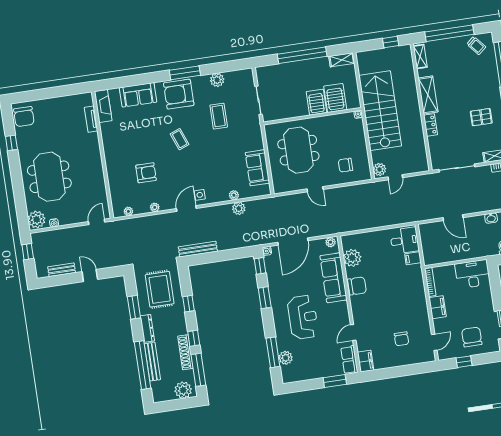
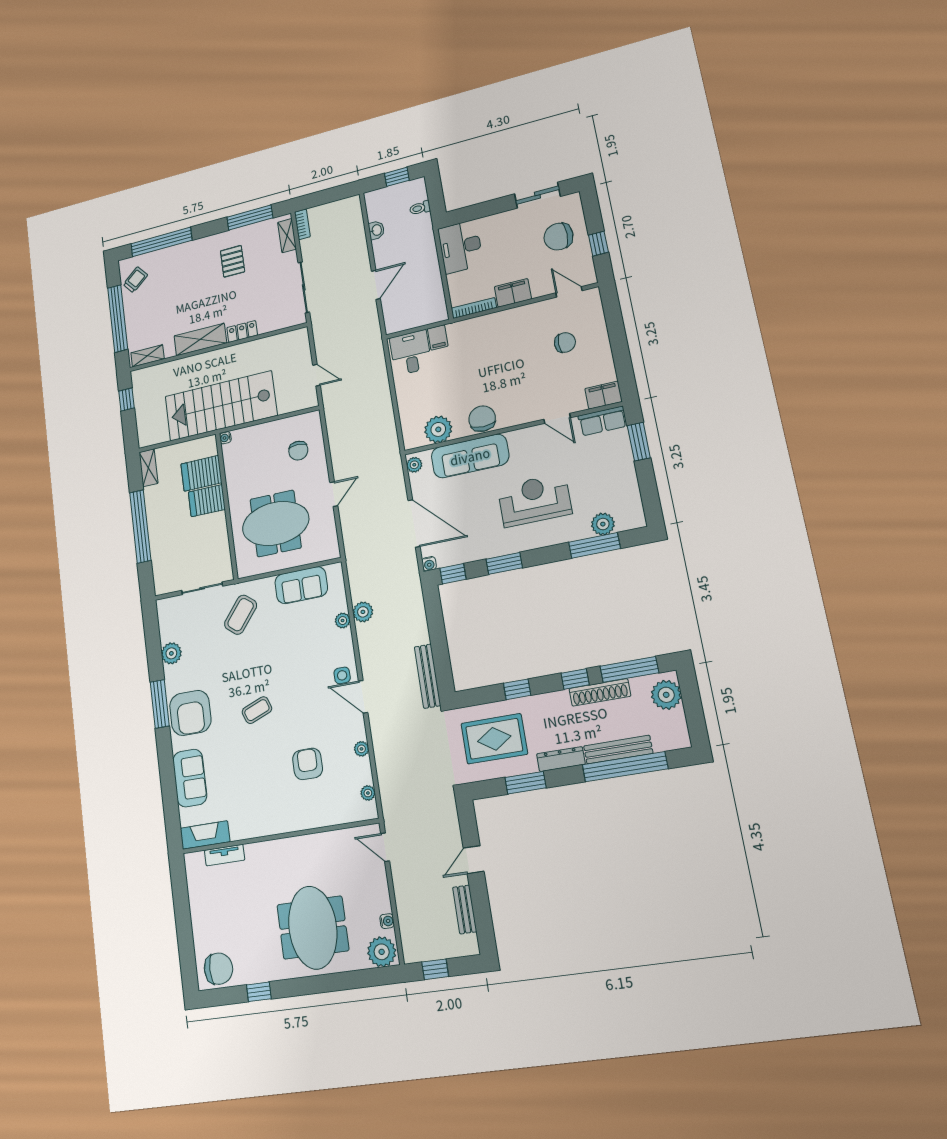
coffee table: (219, 116) -> (241, 615), moved, turned -51
plant: (379, 169) -> (305, 400), removed
meeting table: (49, 177) -> (313, 928), turned 90

